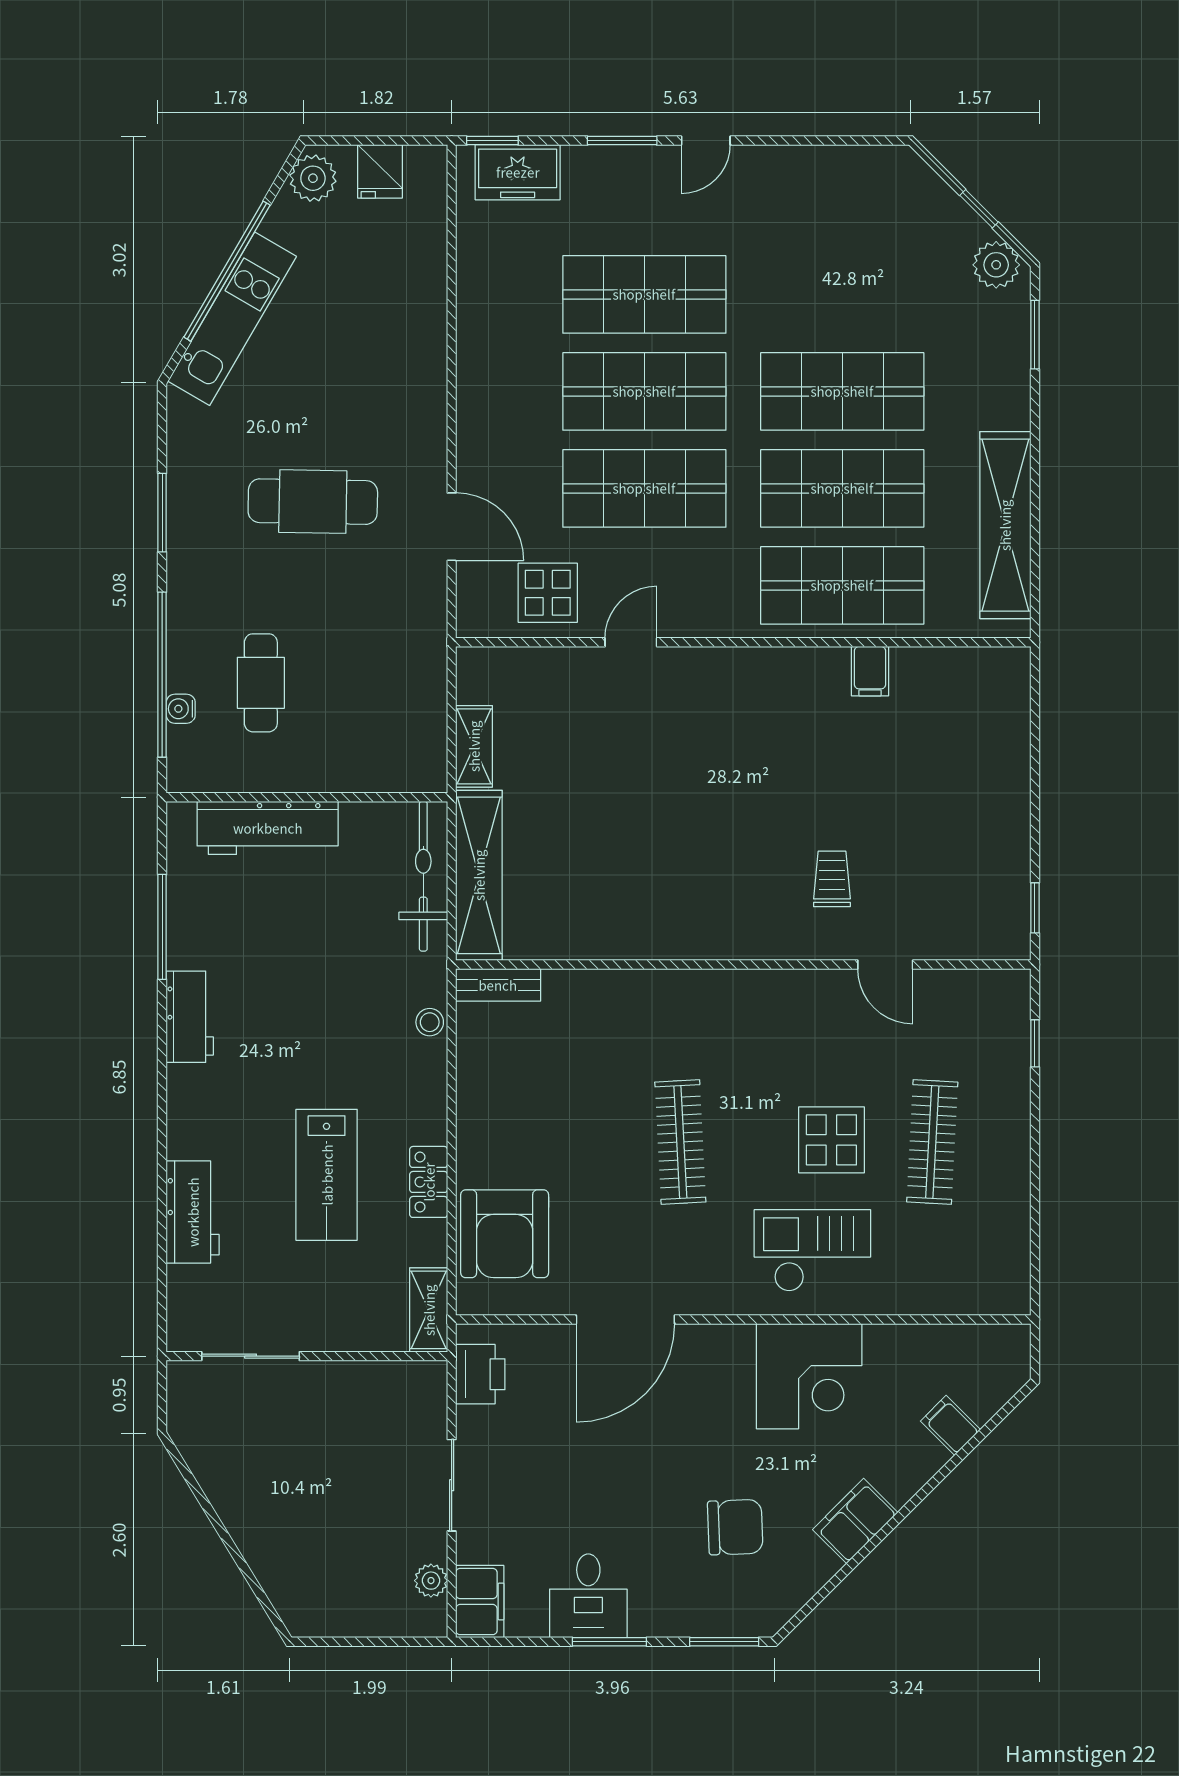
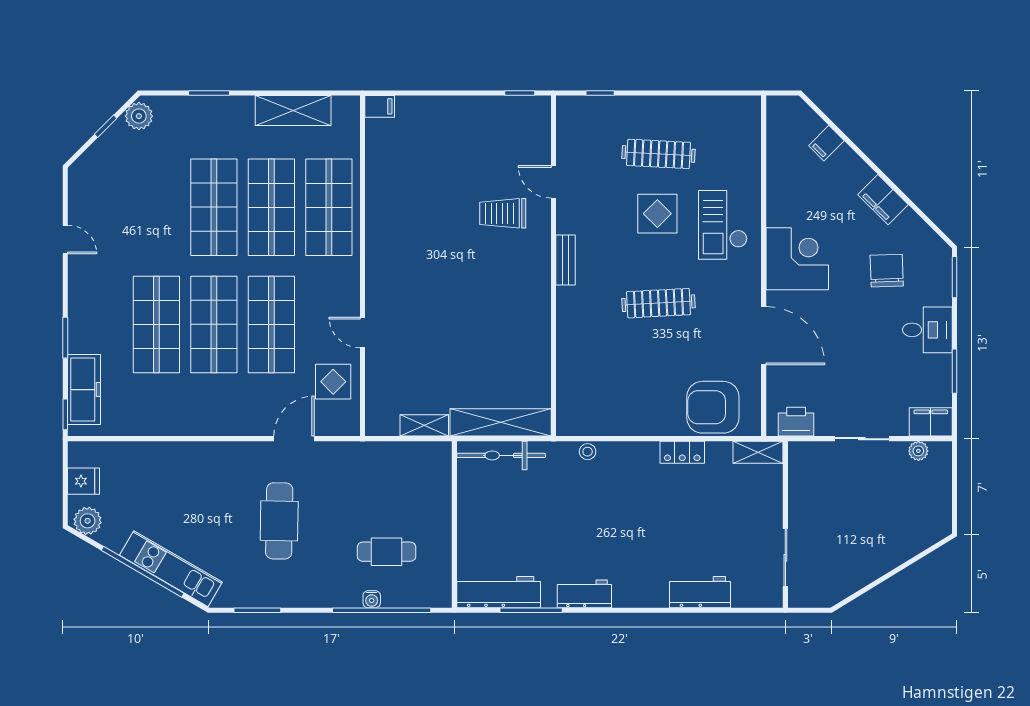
door: (706, 141) -> (65, 239), moved
freezer: (518, 172) -> (84, 390), width x1.40
window: (1035, 335) -> (209, 93), moved
window: (162, 513) -> (257, 610), moved
shelving: (1005, 525) -> (293, 111), width x0.68
filing cabinet: (870, 671) -> (380, 106), moved
water cooler: (181, 709) -> (372, 599), moved
workbench: (268, 828) -> (499, 592), moved, turned -90
trolley: (832, 879) -> (503, 213), width x1.36, depth x1.39
door: (885, 965) -> (553, 182), swing flipped
bench: (498, 985) -> (565, 260), moved
lab bench: (327, 1175) -> (678, 513), removed
armchair: (505, 1234) -> (713, 407), turned 180
corner desk: (809, 1376) -> (797, 259), moved
desk: (588, 1596) -> (927, 330), moved
window: (609, 1642) -> (955, 371), moved

